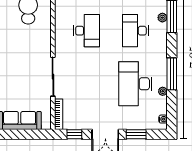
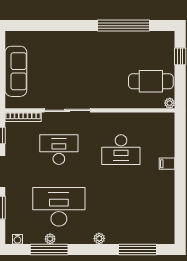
plant: (162, 18) -> (99, 238), moved
desk: (135, 31) -> (59, 150), moved
window: (172, 74) -> (49, 249), moved

